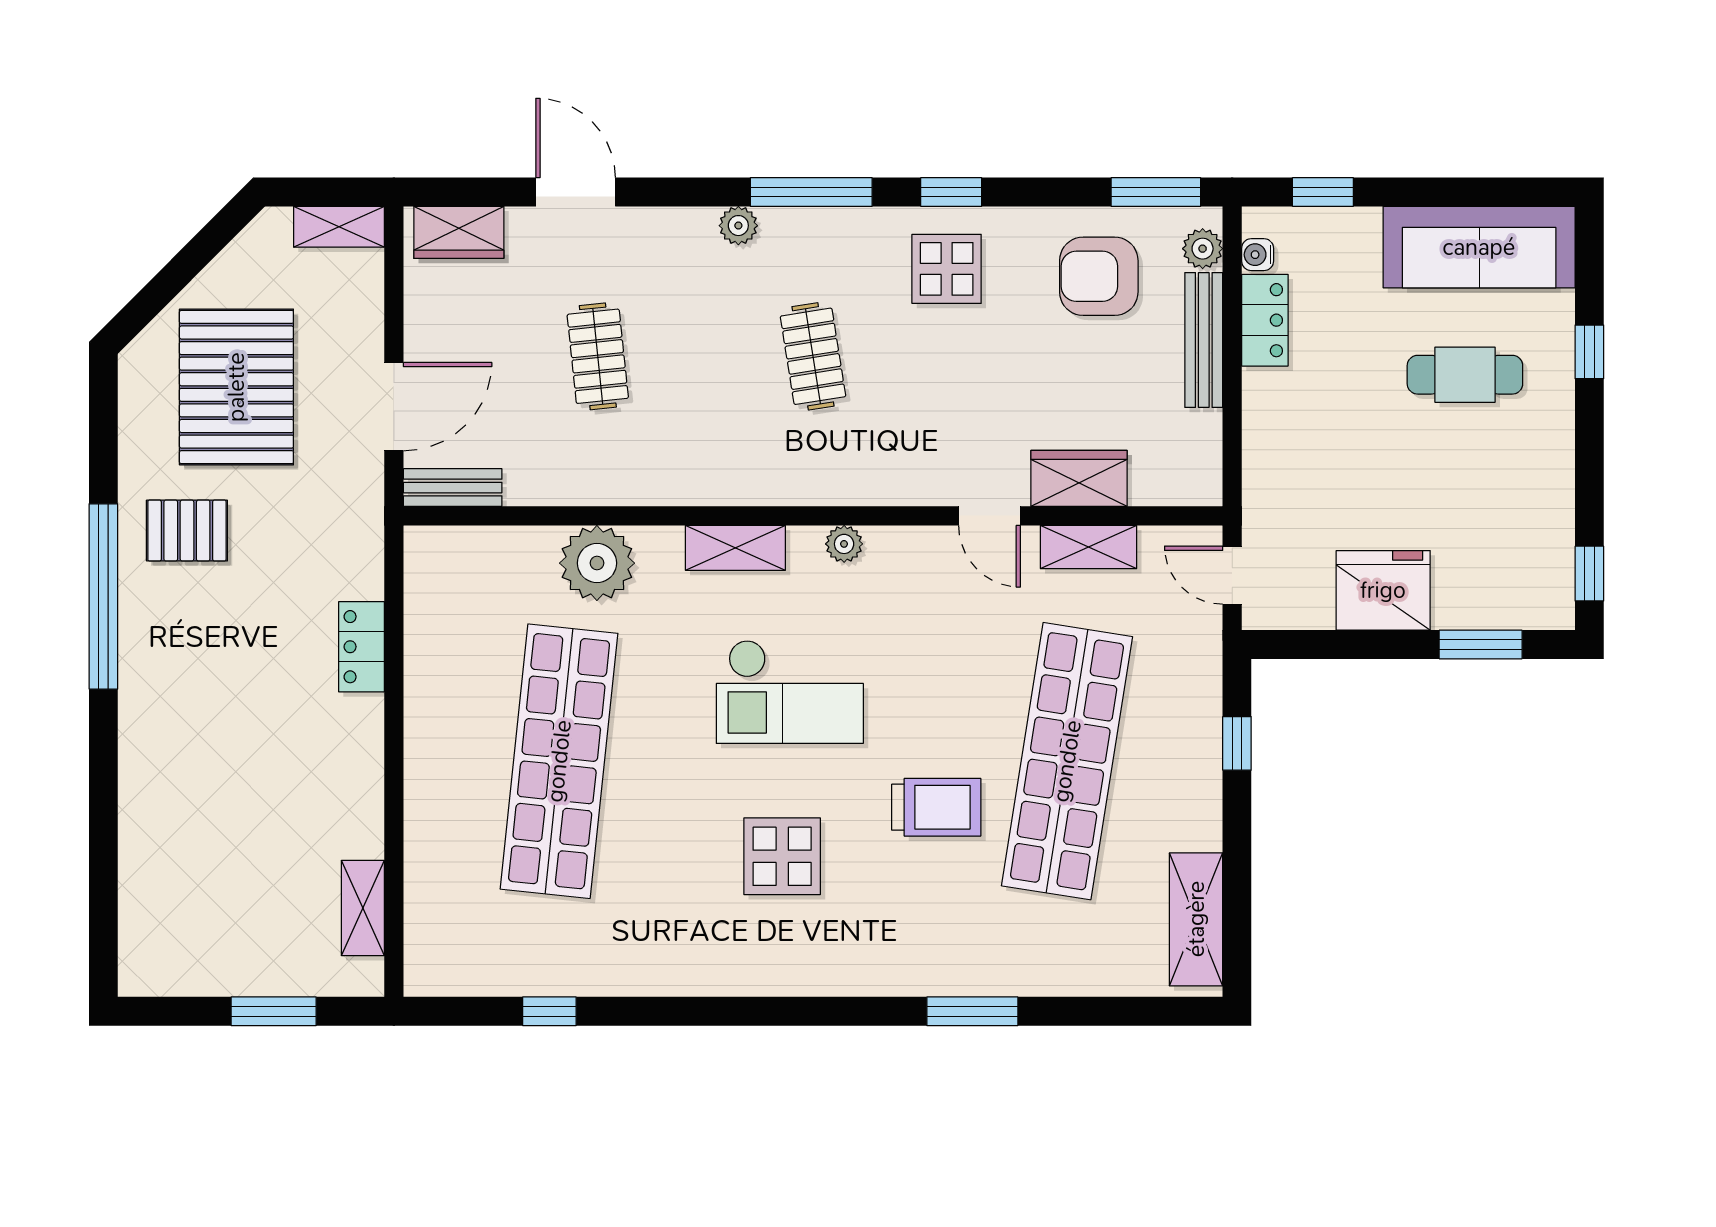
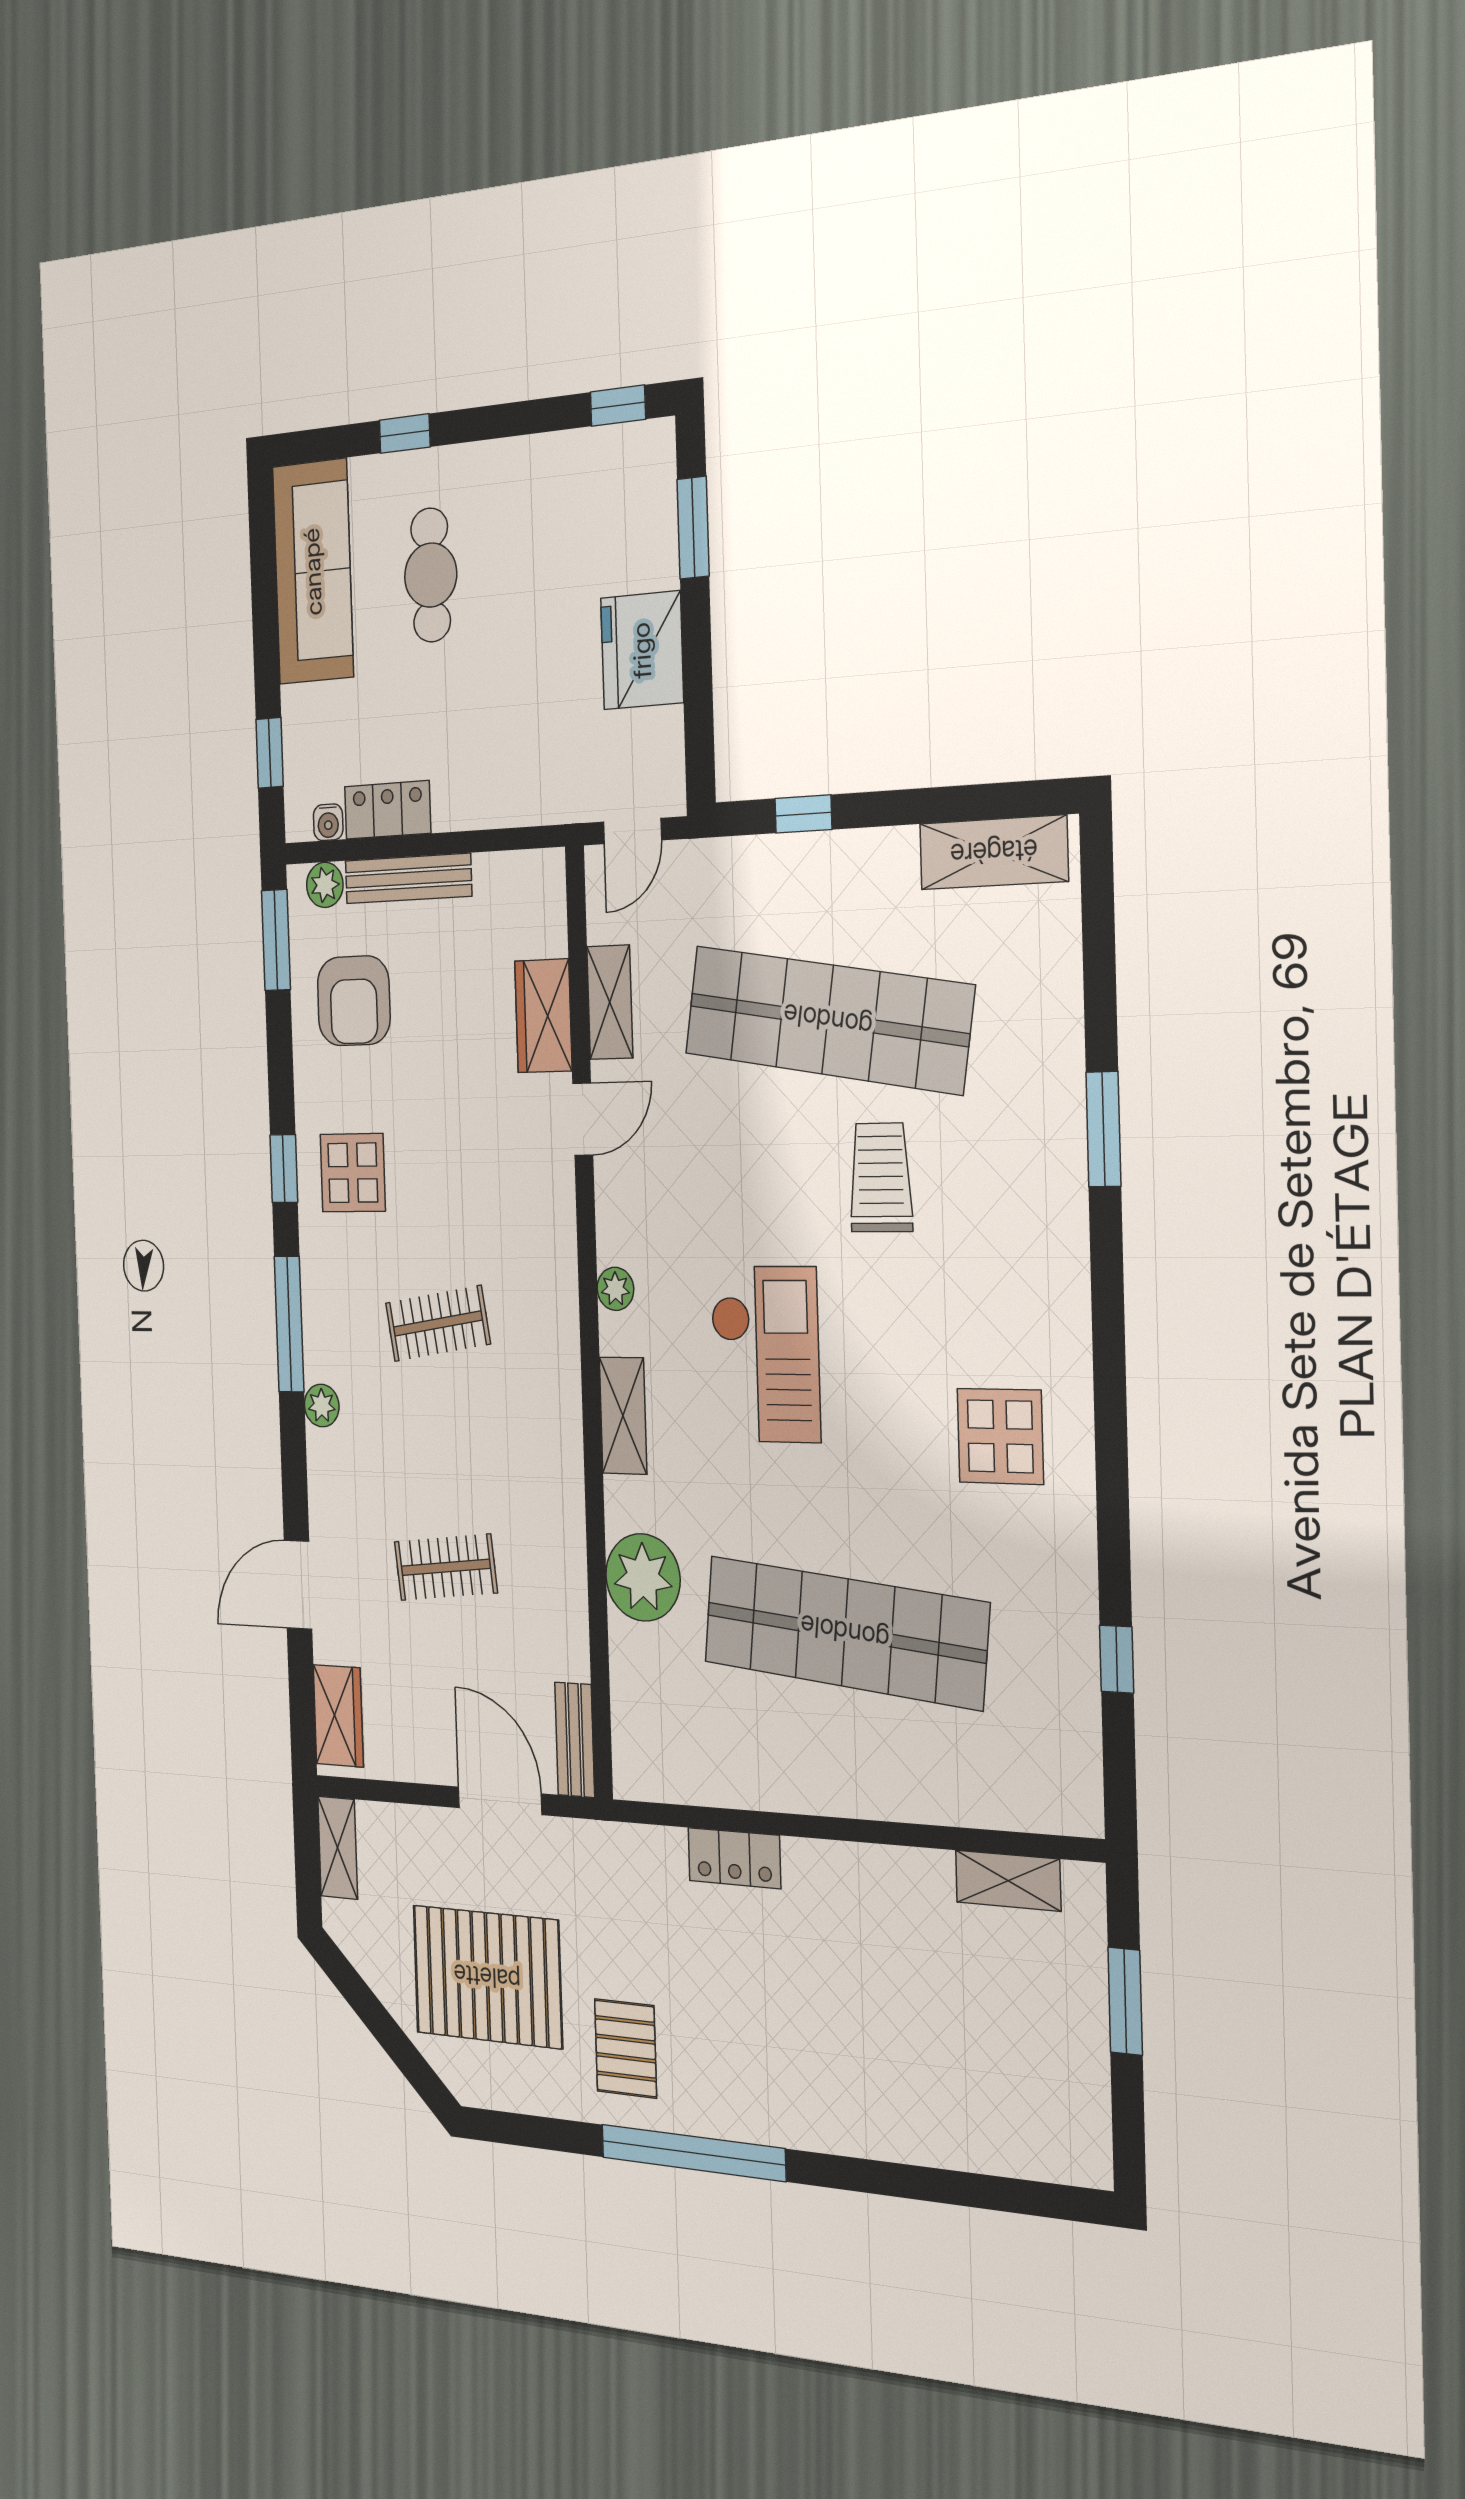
display table: (782, 856) -> (1000, 1436), moved

